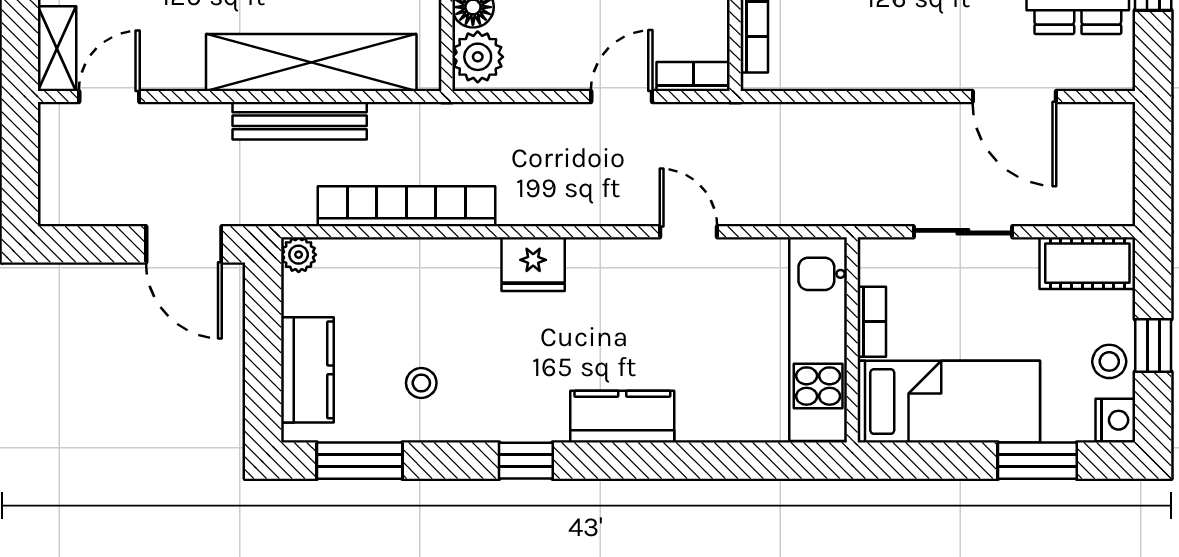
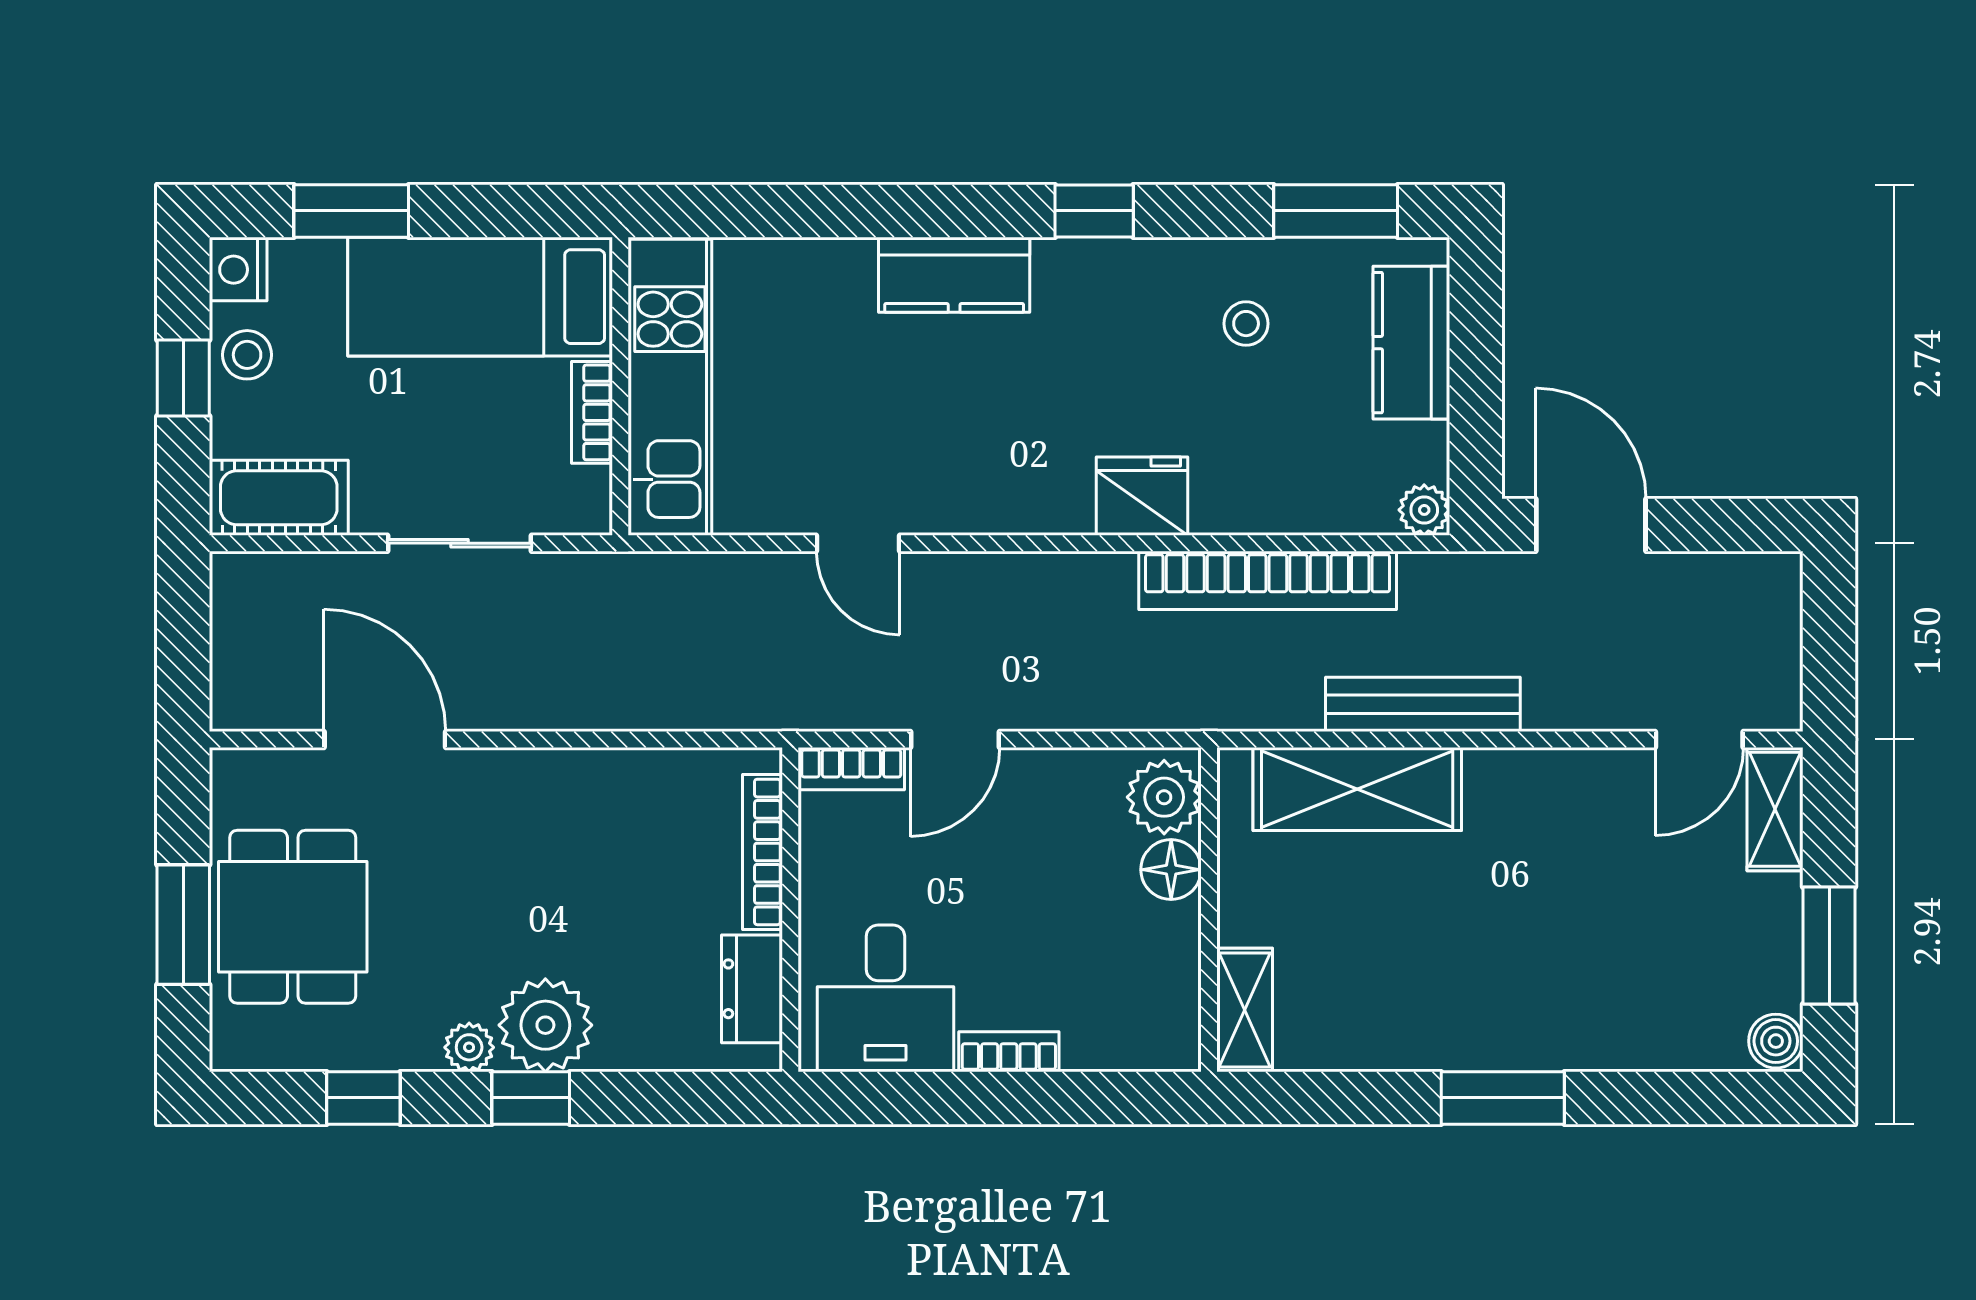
shelving: (311, 63) -> (1357, 789), width x0.68
fridge: (533, 264) -> (1142, 496), moved

